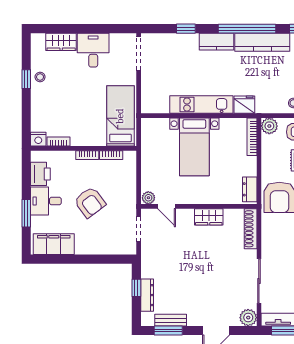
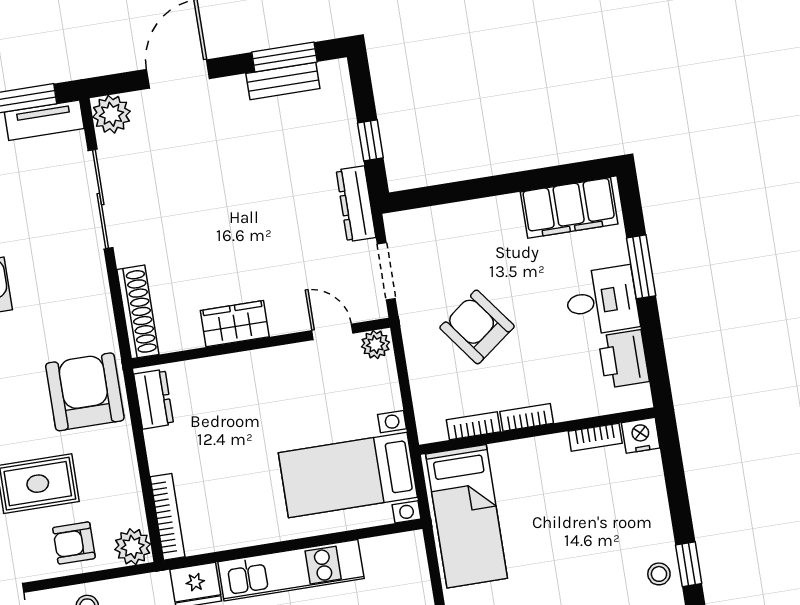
bed with nightstands: (194, 147) -> (348, 475), moved, turned -90
armchair: (90, 202) -> (477, 327), moved
dresser: (147, 295) -> (356, 204), moved

